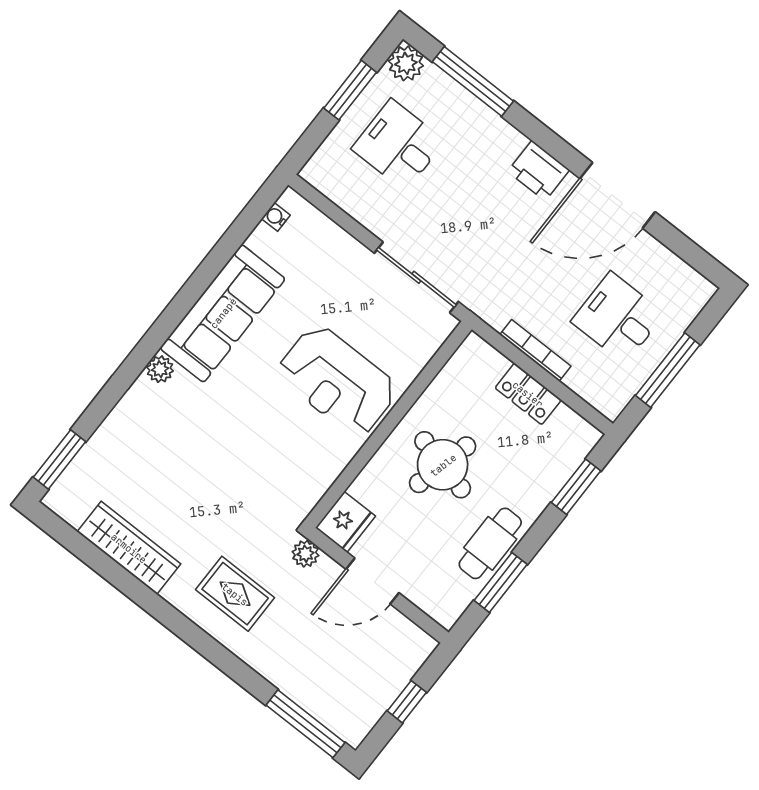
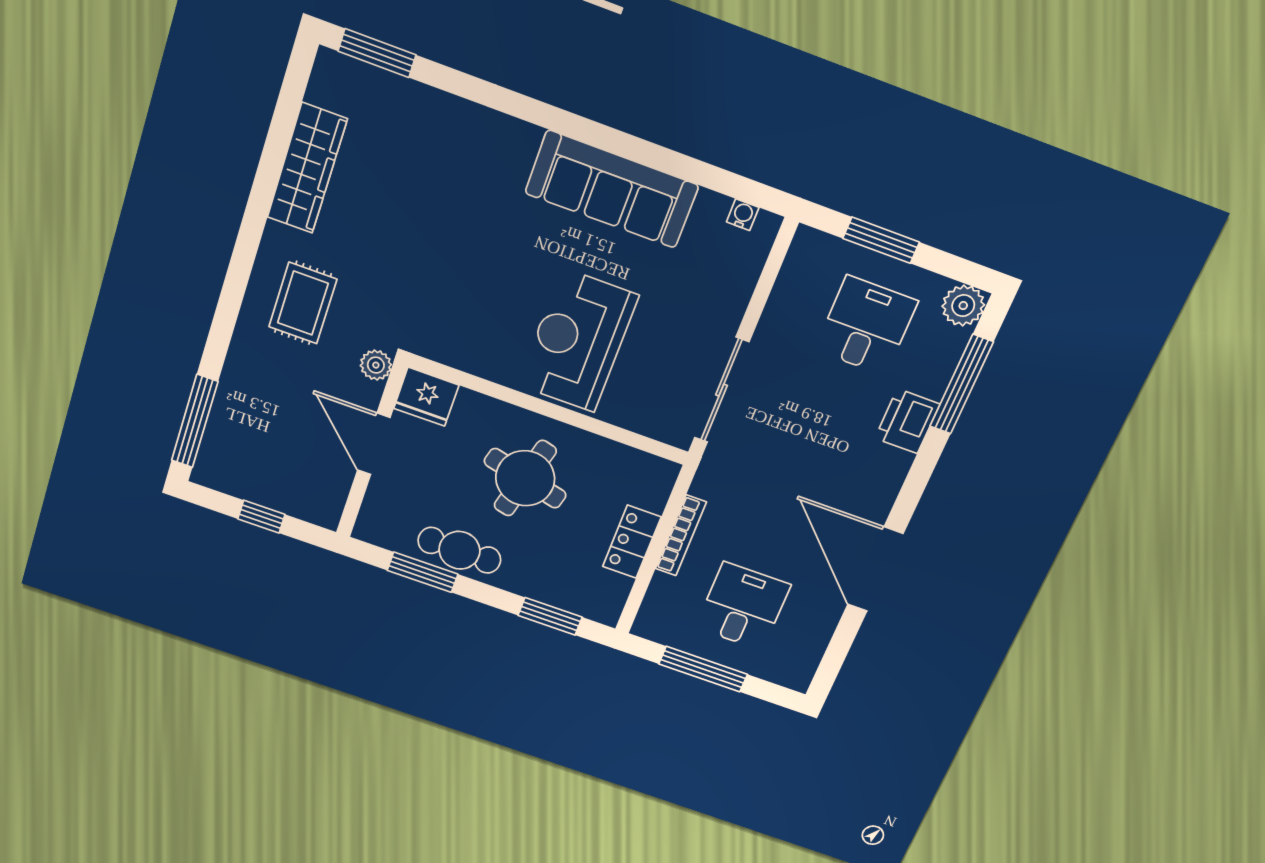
window: (350, 90) -> (881, 240), moved
printer: (539, 171) -> (907, 421), moved
plant: (160, 369) -> (523, 138), removed

